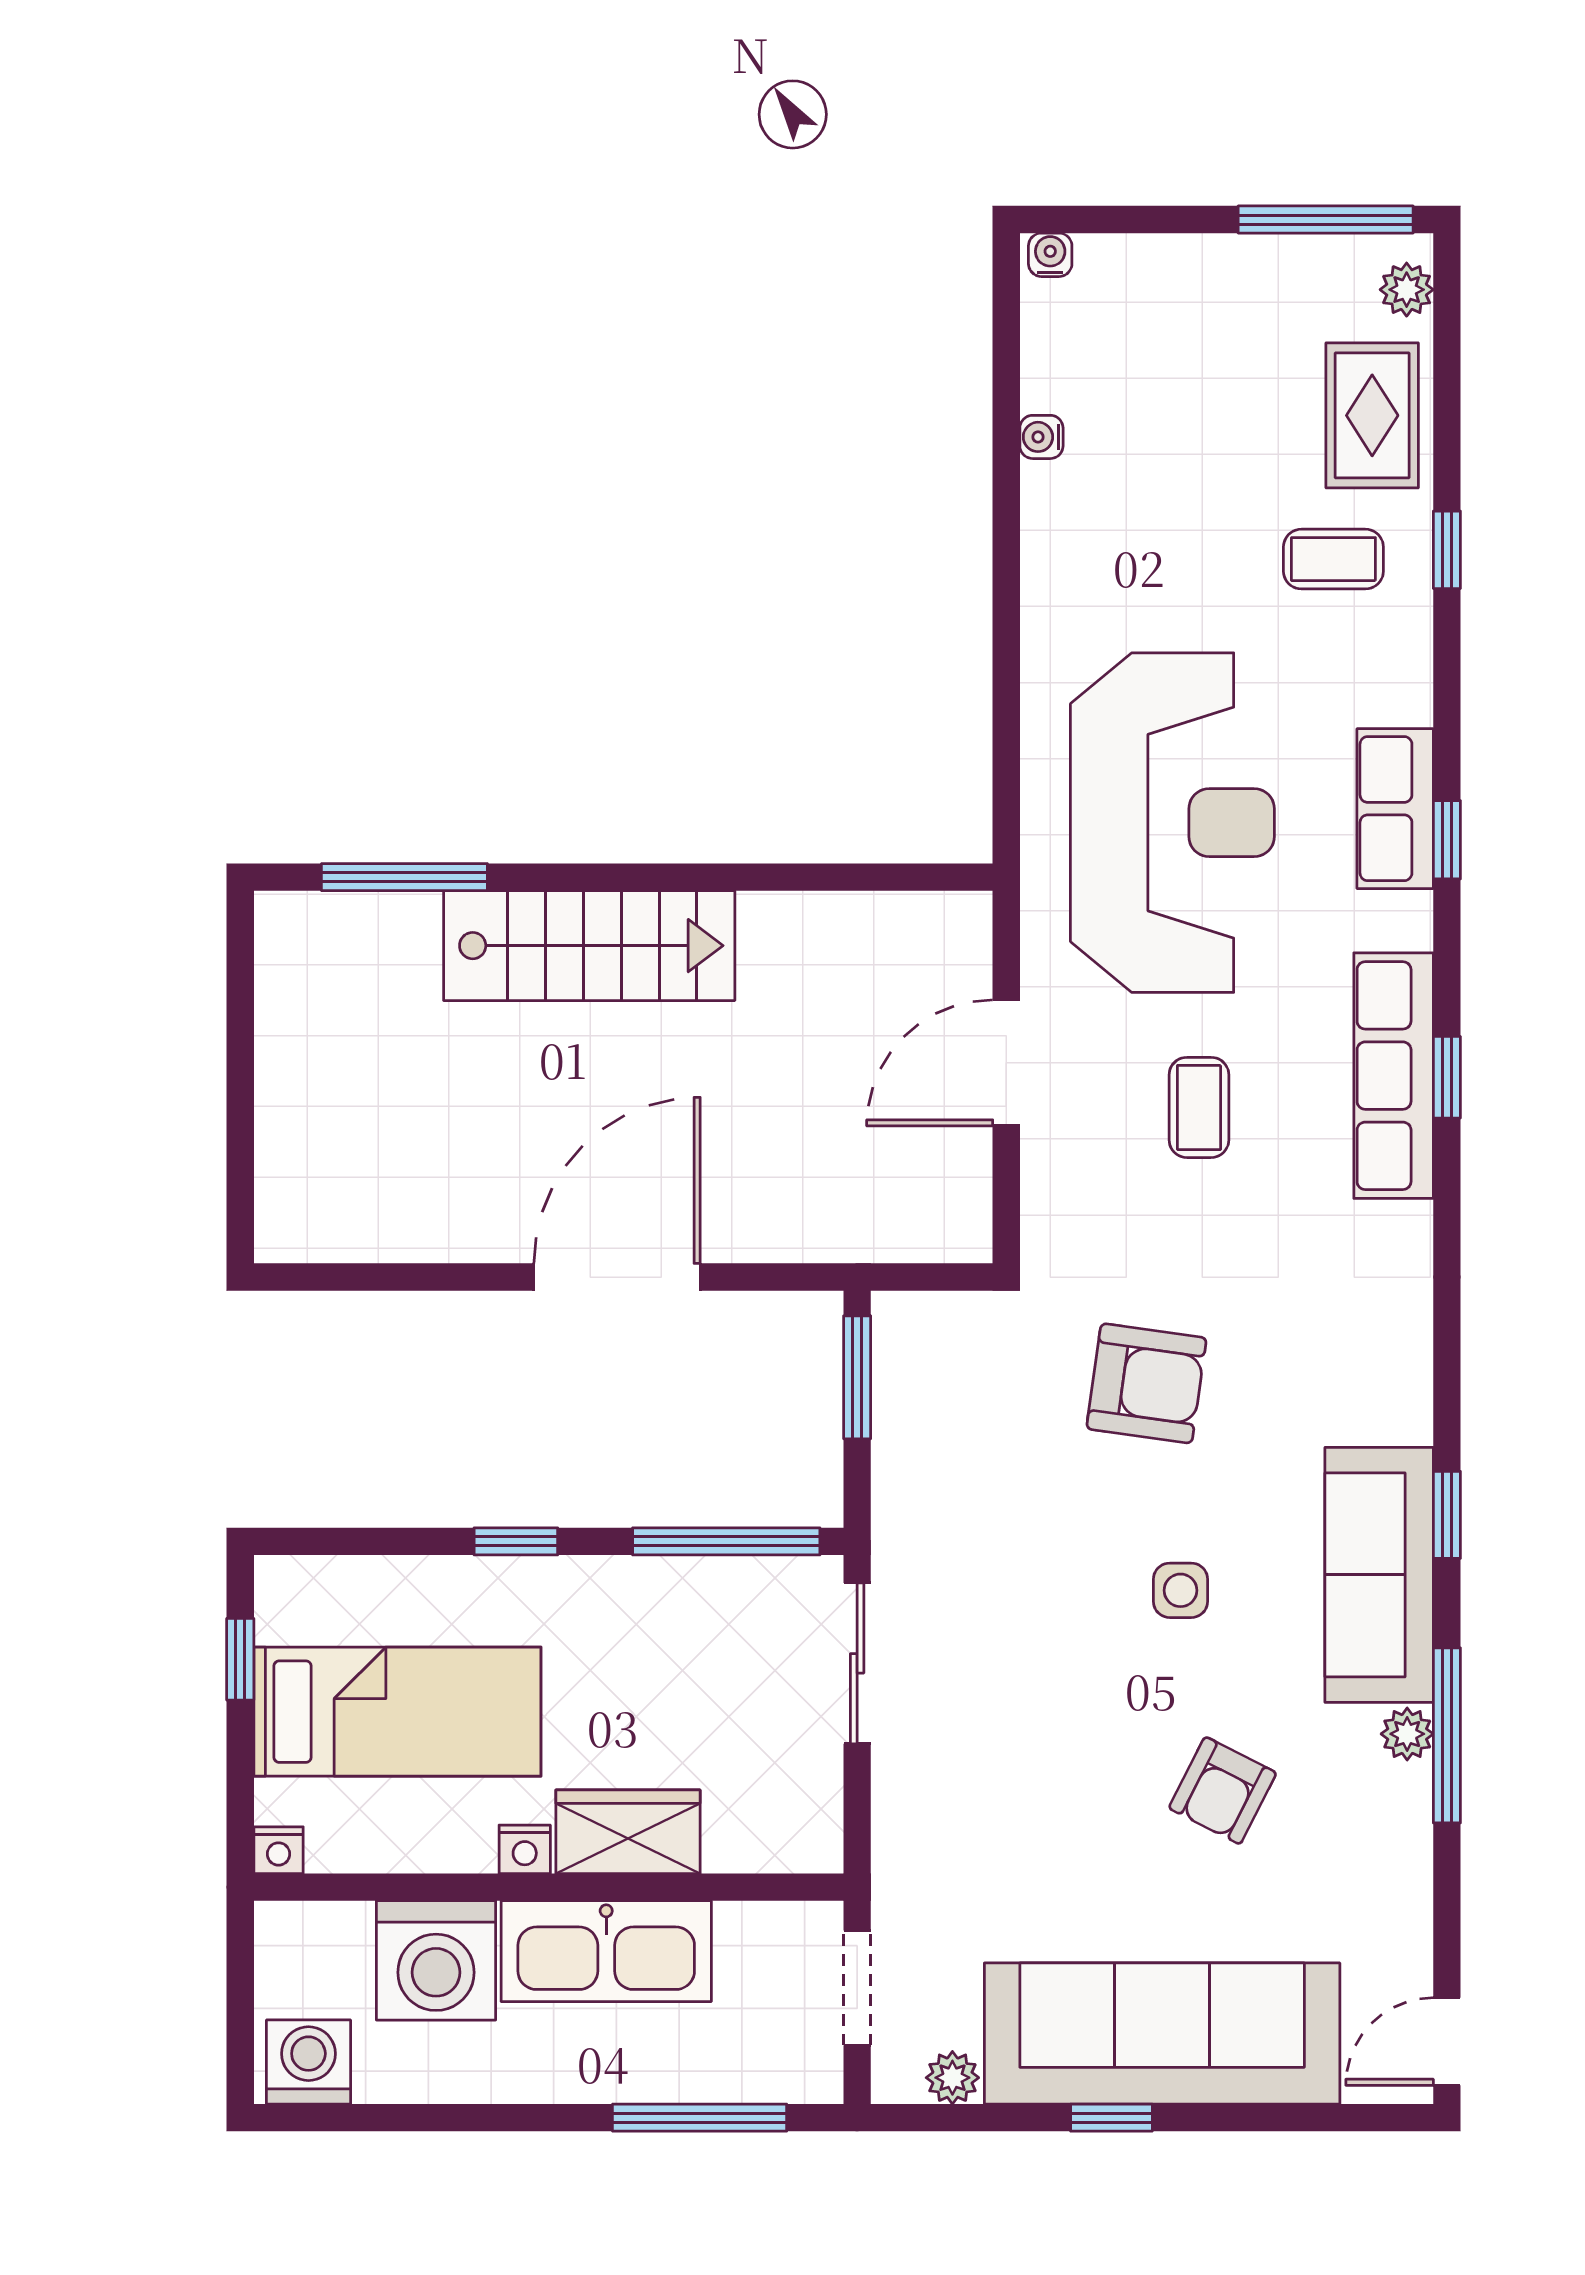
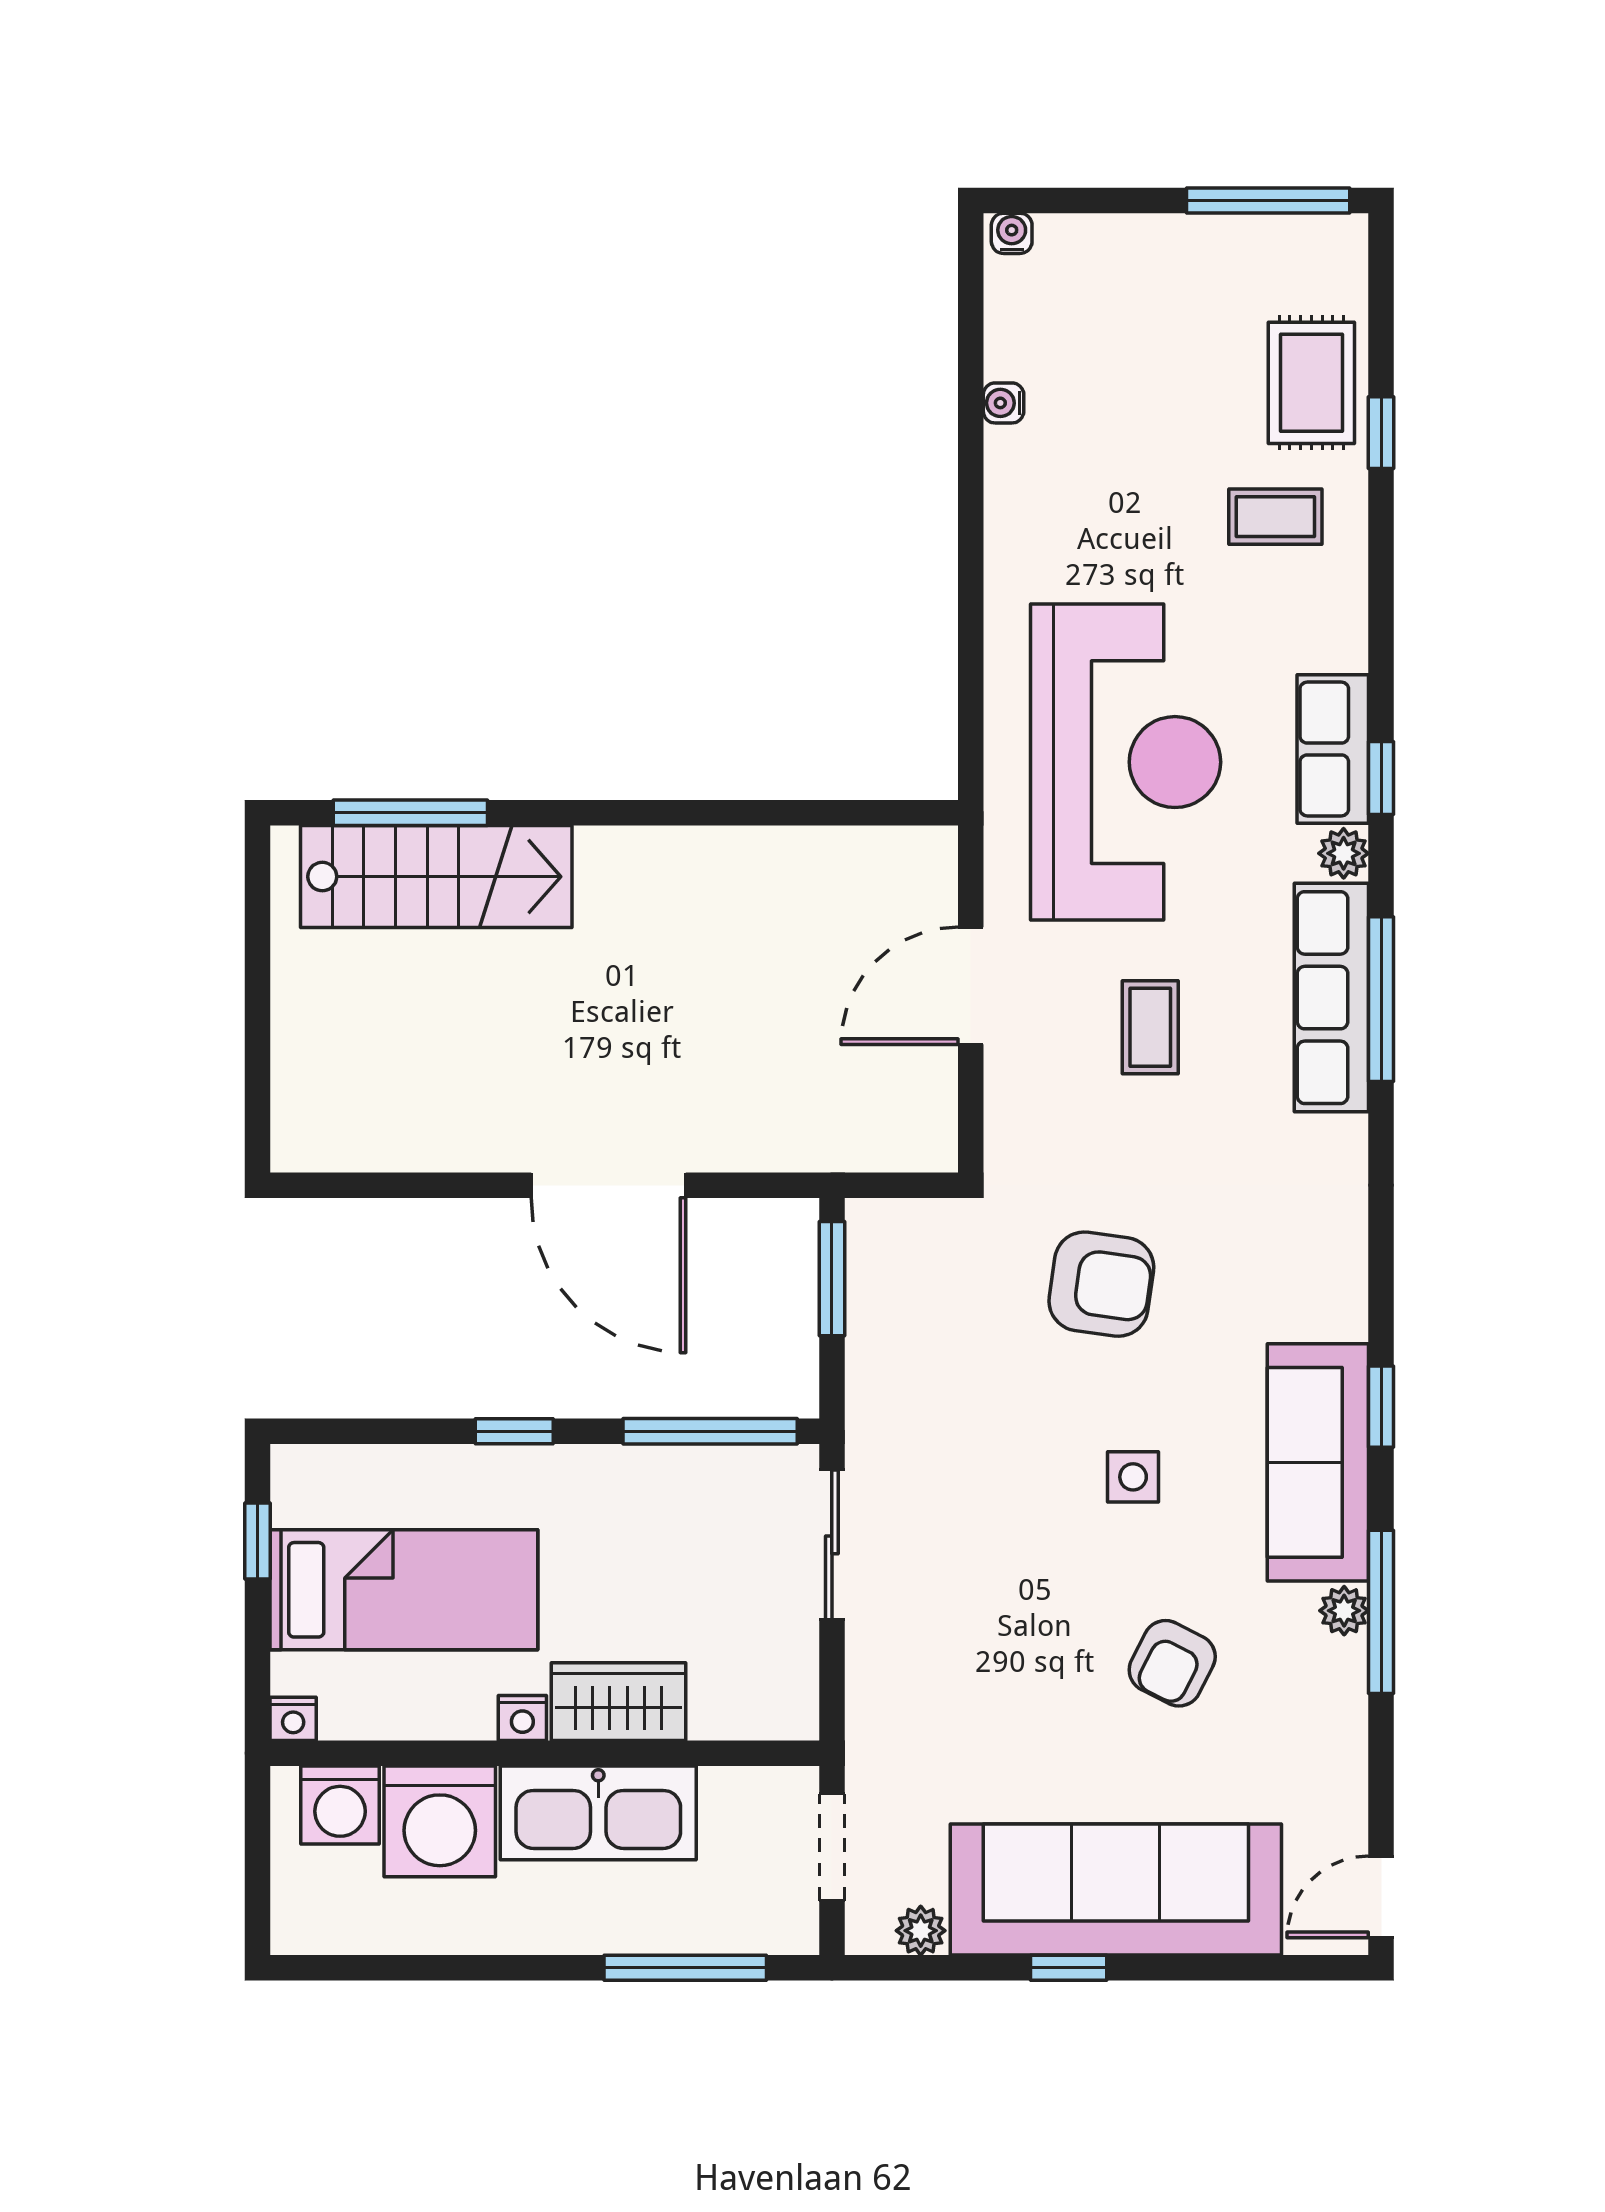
plant: (1407, 290) -> (1344, 853), moved
window: (1447, 550) -> (1381, 433), moved
stairs: (589, 946) -> (436, 877), moved
window: (1447, 1077) -> (1381, 999), width x2.17
door: (617, 1277) -> (608, 1185), swing flipped
washing machine: (308, 2062) -> (340, 1805), moved, turned 180

